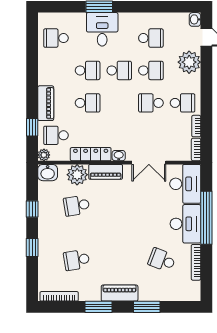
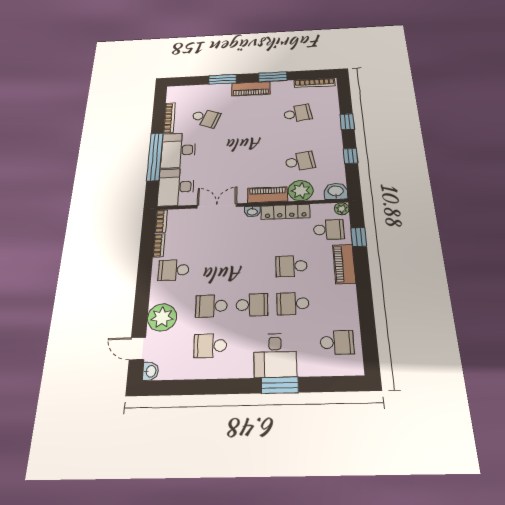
school desk: (119, 70) -> (252, 305), turned 180
school desk: (151, 103) -> (213, 269), removed

